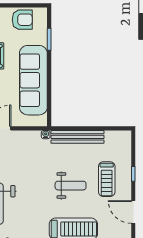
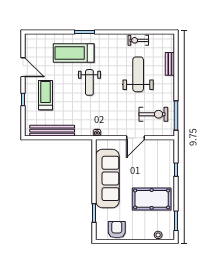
armchair: (22, 20) -> (117, 230), turned 90
bench: (77, 137) -> (52, 131), moved
weight bench: (71, 186) -> (89, 82), moved, turned -90

